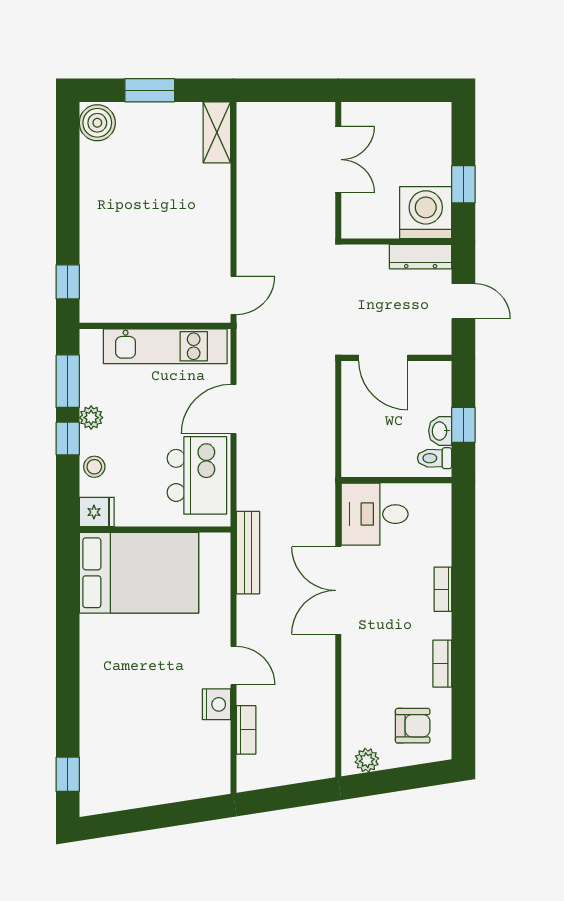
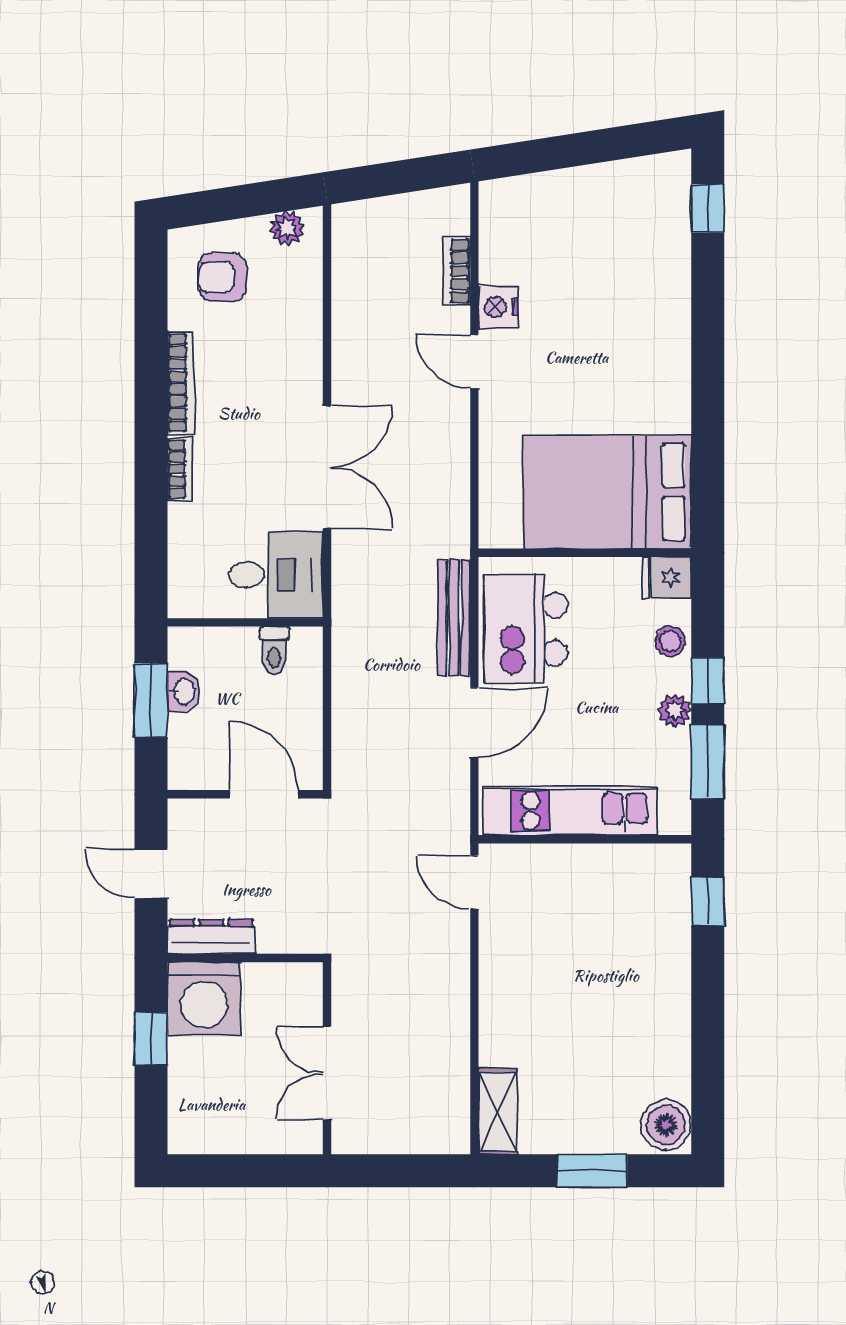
door: (234, 295) -> (474, 882), hinge flipped
window: (463, 425) -> (151, 700), width x1.50
toilet: (435, 458) -> (274, 651), moved, turned 90
bench: (248, 553) -> (454, 617), moved
bookcase: (442, 664) -> (181, 383), width x1.56

